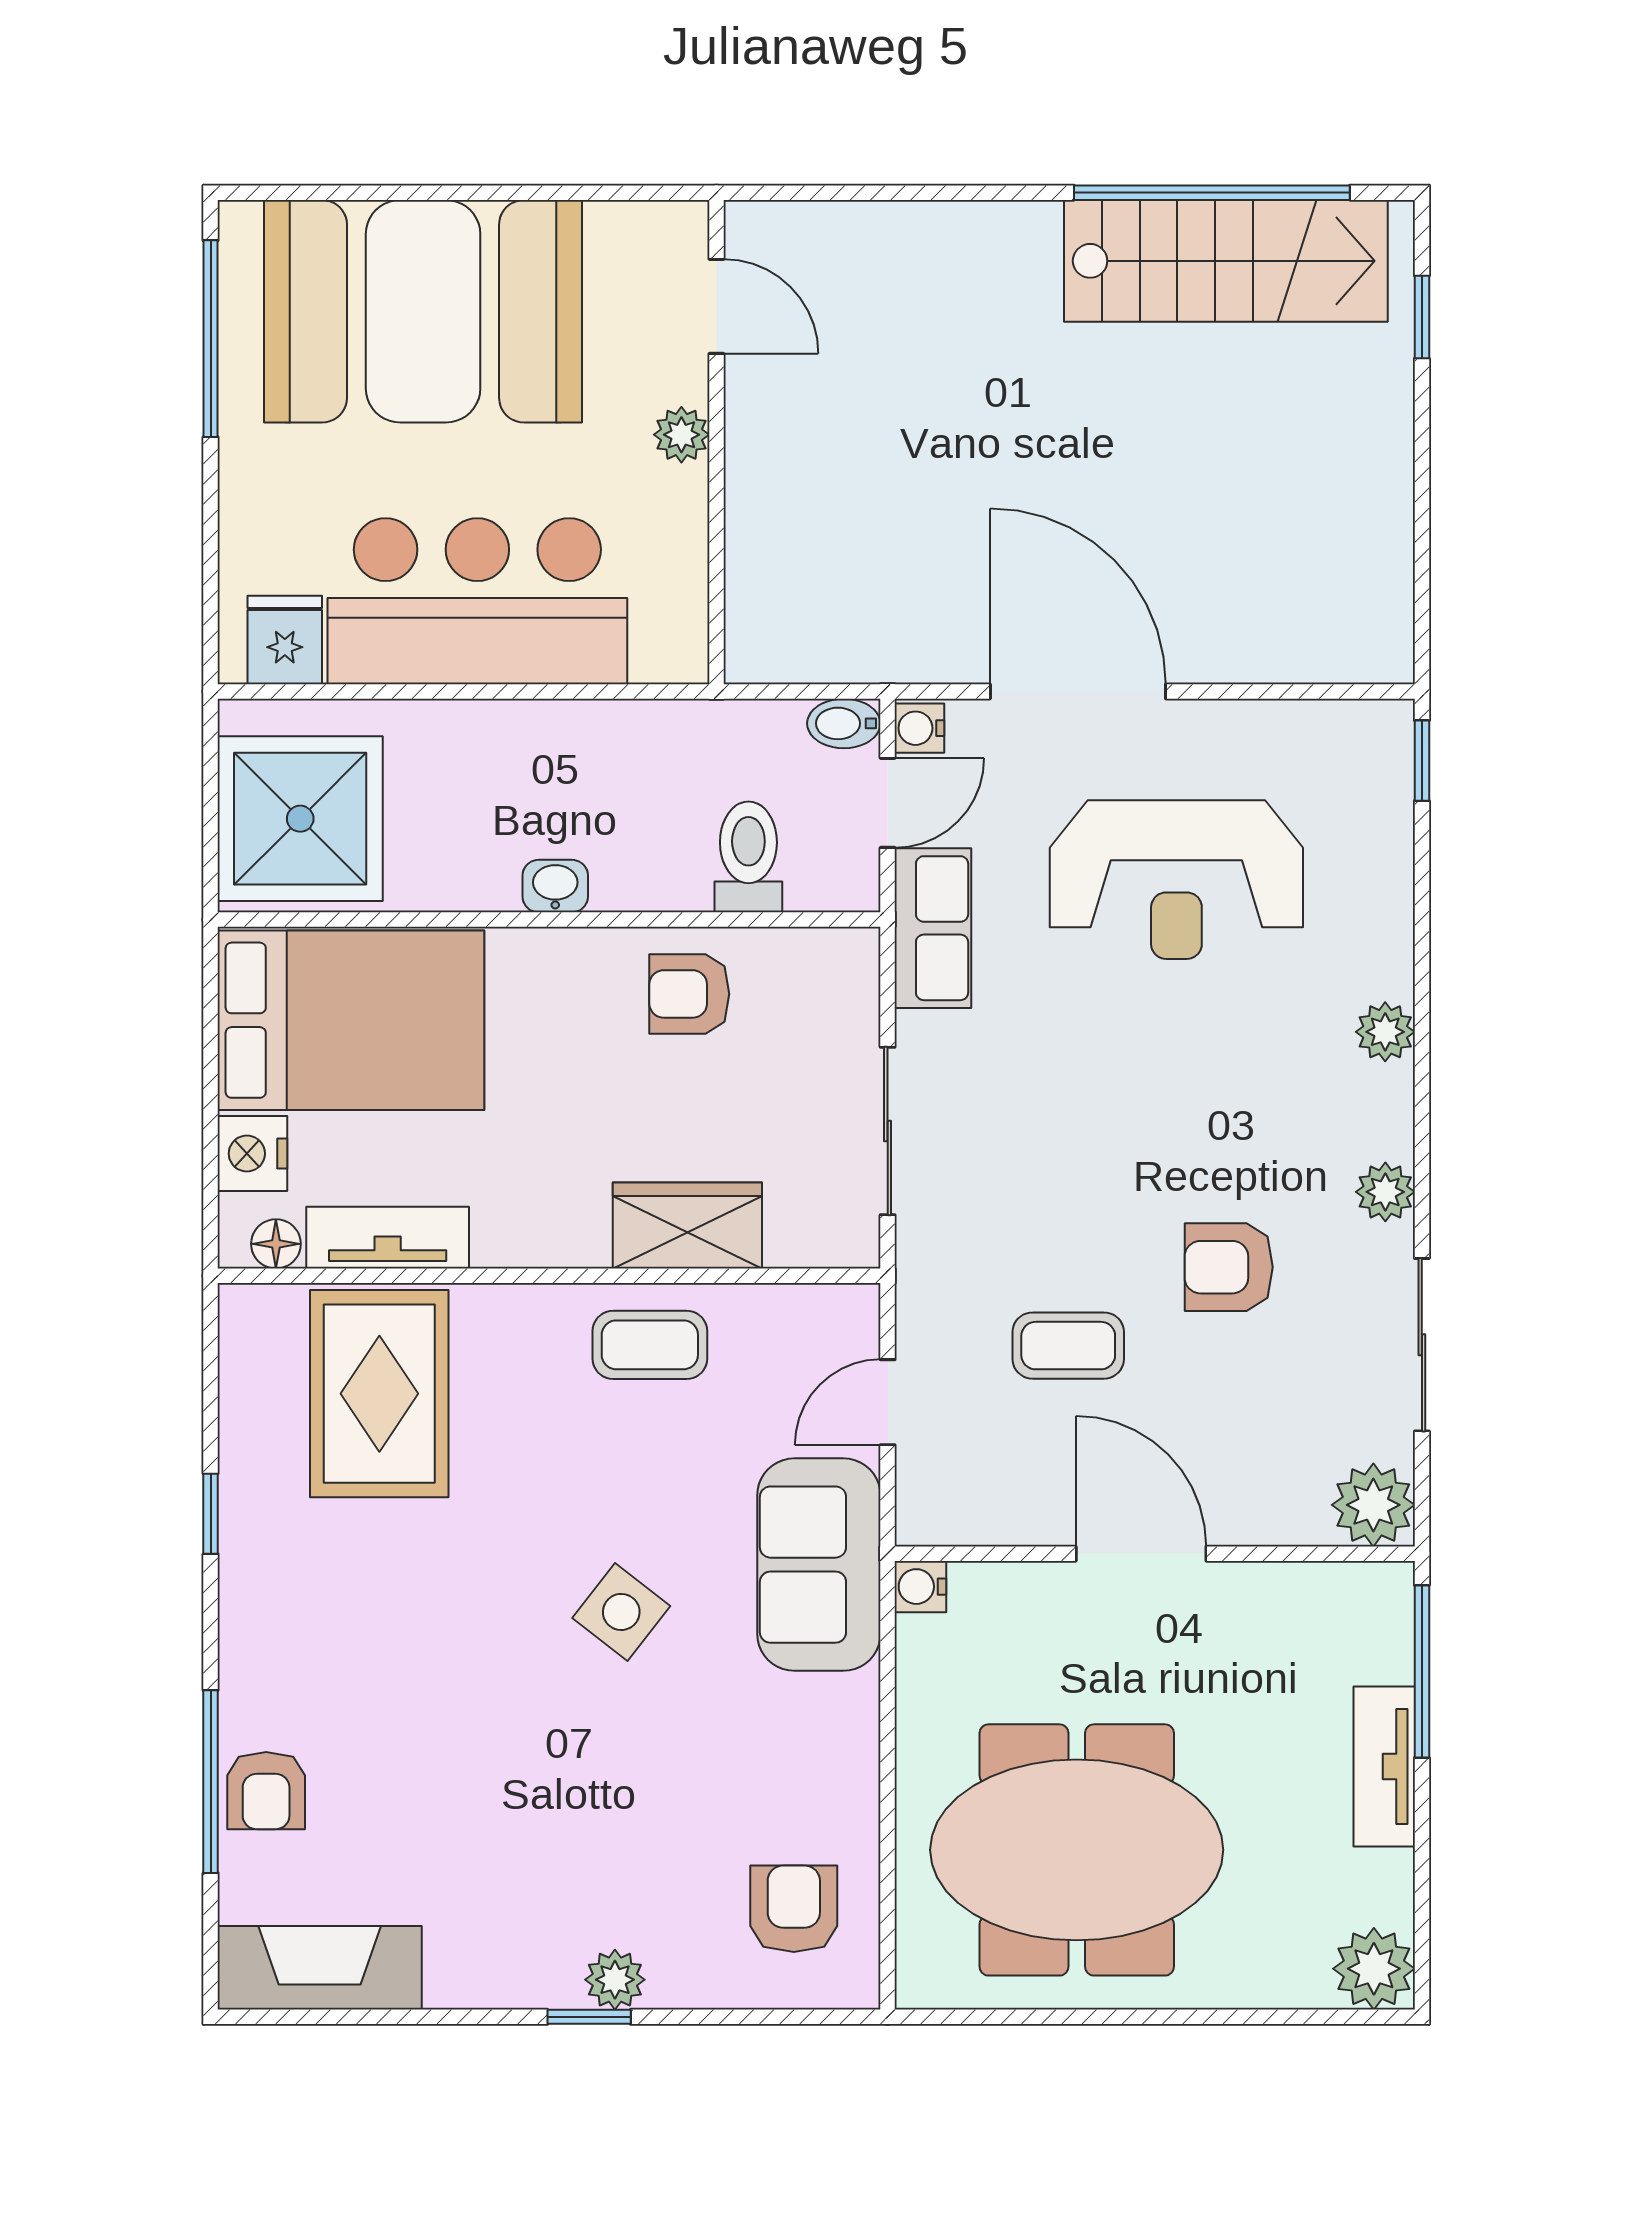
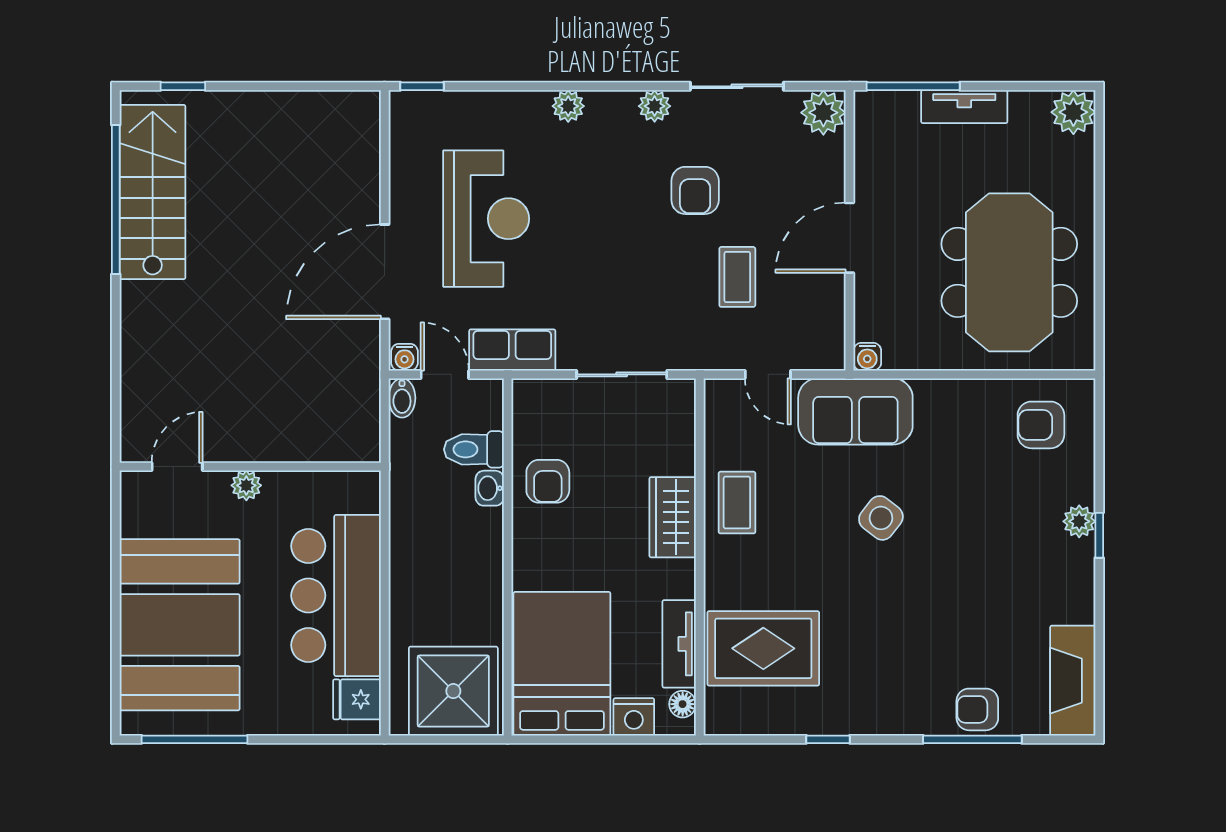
washbasin: (555, 886) -> (490, 488), moved
wardrobe: (687, 1225) -> (673, 517), moved
armchair: (266, 1791) -> (977, 709), turned 180

